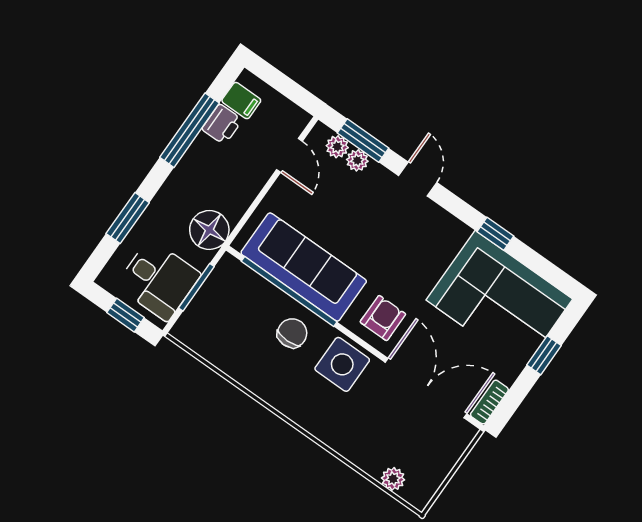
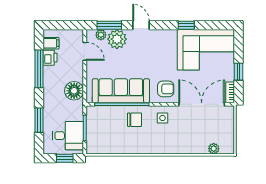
plant: (357, 160) -> (117, 39), width x1.87, depth x1.87
floor lamp: (209, 230) -> (74, 91), moved
armchair: (383, 318) -> (166, 89), turned 90
chair: (292, 333) -> (135, 120), turned 90
window: (544, 355) -> (238, 72), moved
side table: (342, 364) -> (163, 118), width x0.54, depth x0.54

